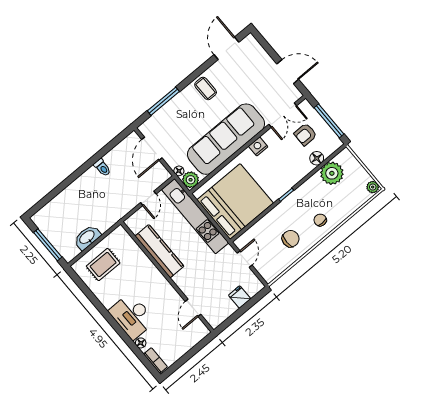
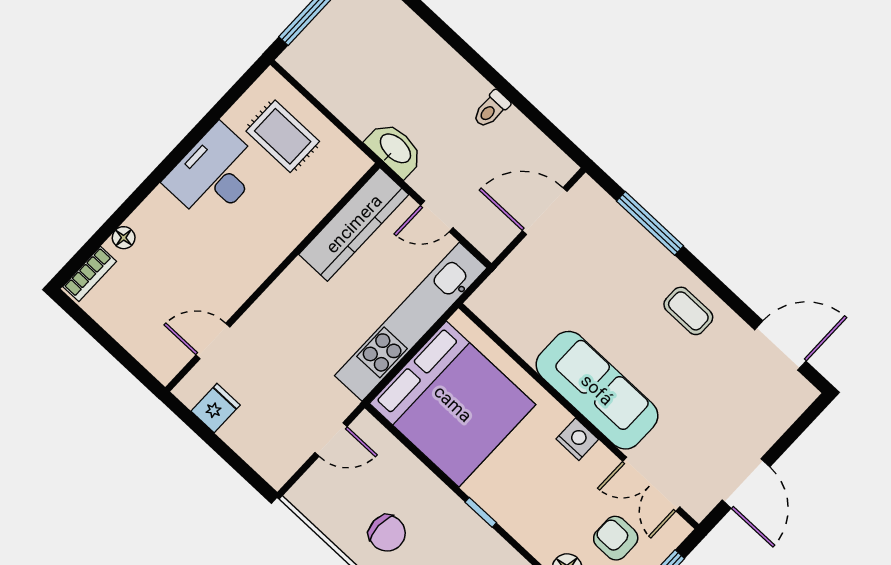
coffee table: (206, 88) -> (688, 311), turned 90
sofa: (226, 139) -> (597, 390), width x0.74, depth x0.79
floor lamp: (179, 171) -> (504, 275), removed
plant: (191, 180) -> (488, 302), removed
washbasin: (87, 237) -> (395, 149), moved
kitchen counter: (159, 251) -> (354, 224), moved
fridge: (240, 297) -> (216, 408), moved
desk: (132, 316) -> (214, 174), moved

